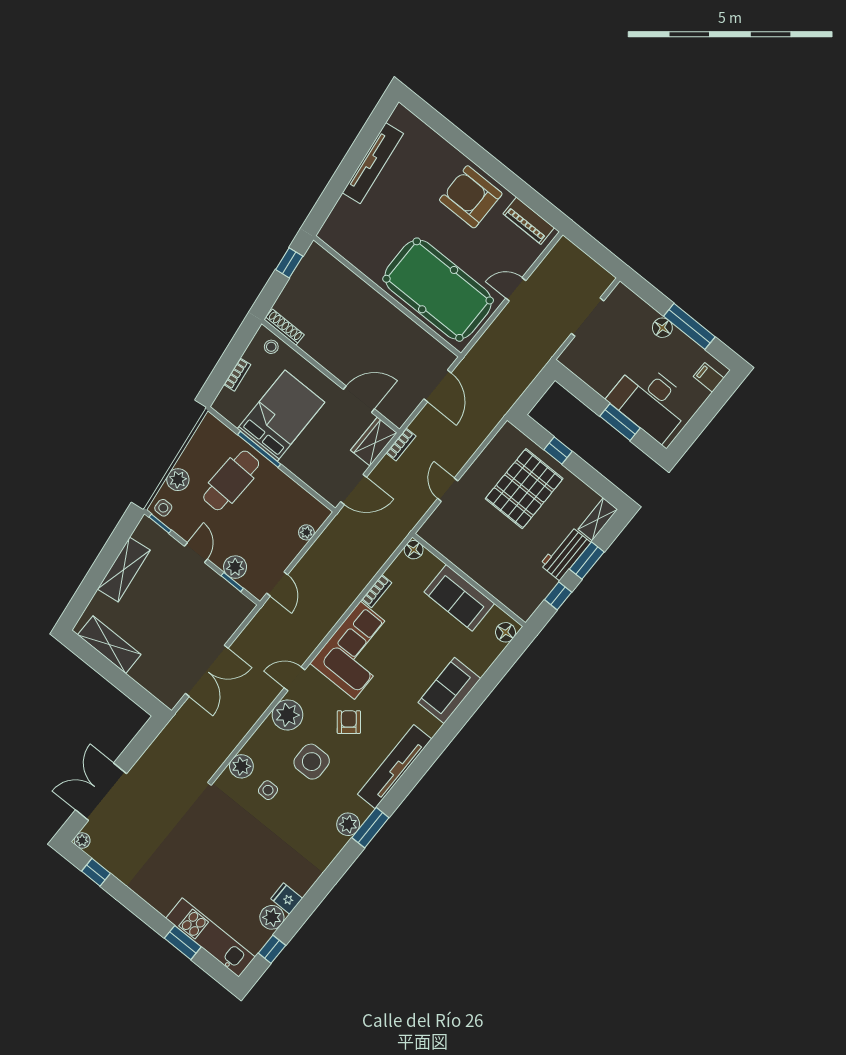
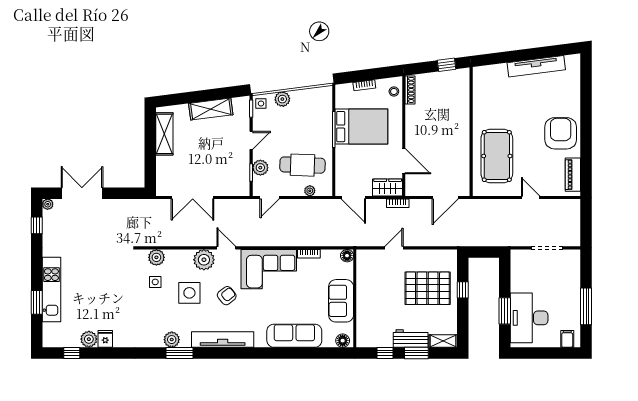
pool table: (438, 290) -> (497, 156), width x0.73, depth x0.76
floor lamp: (662, 328) -> (574, 293), removed
cafe table: (231, 480) -> (302, 165), moved
sofa: (449, 691) -> (294, 336), width x1.36
kitchen unit: (211, 938) -> (51, 290), moved

